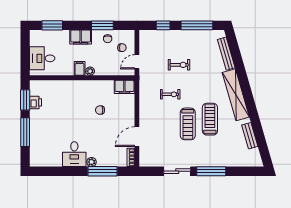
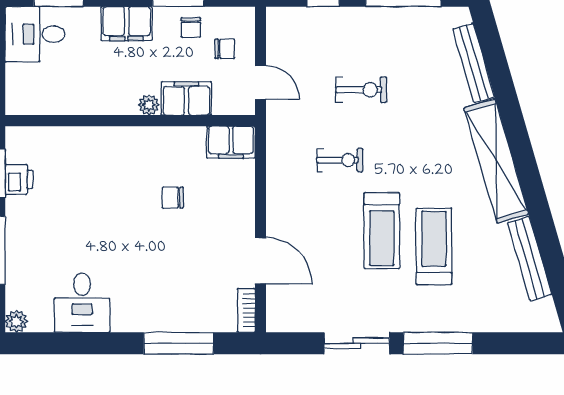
desk: (42, 58) -> (35, 34), moved
door: (137, 62) -> (260, 83), swing flipped
filing cabinet: (80, 68) -> (186, 98), moved, width x2.00
treadmill: (210, 119) -> (434, 246), moved
bench: (250, 136) -> (530, 259), width x1.36
door: (137, 137) -> (260, 261), swing flipped
desk: (74, 154) -> (82, 303), moved
plant: (92, 162) -> (16, 321), moved

